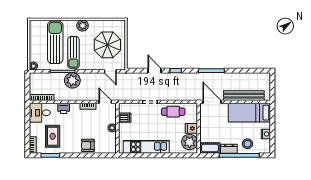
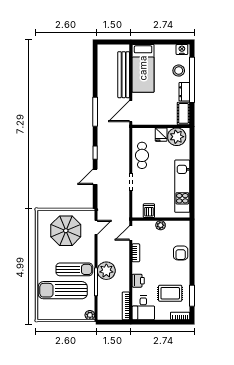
plant: (83, 26) -> (44, 259), removed
nightstand: (266, 134) -> (182, 50), moved

